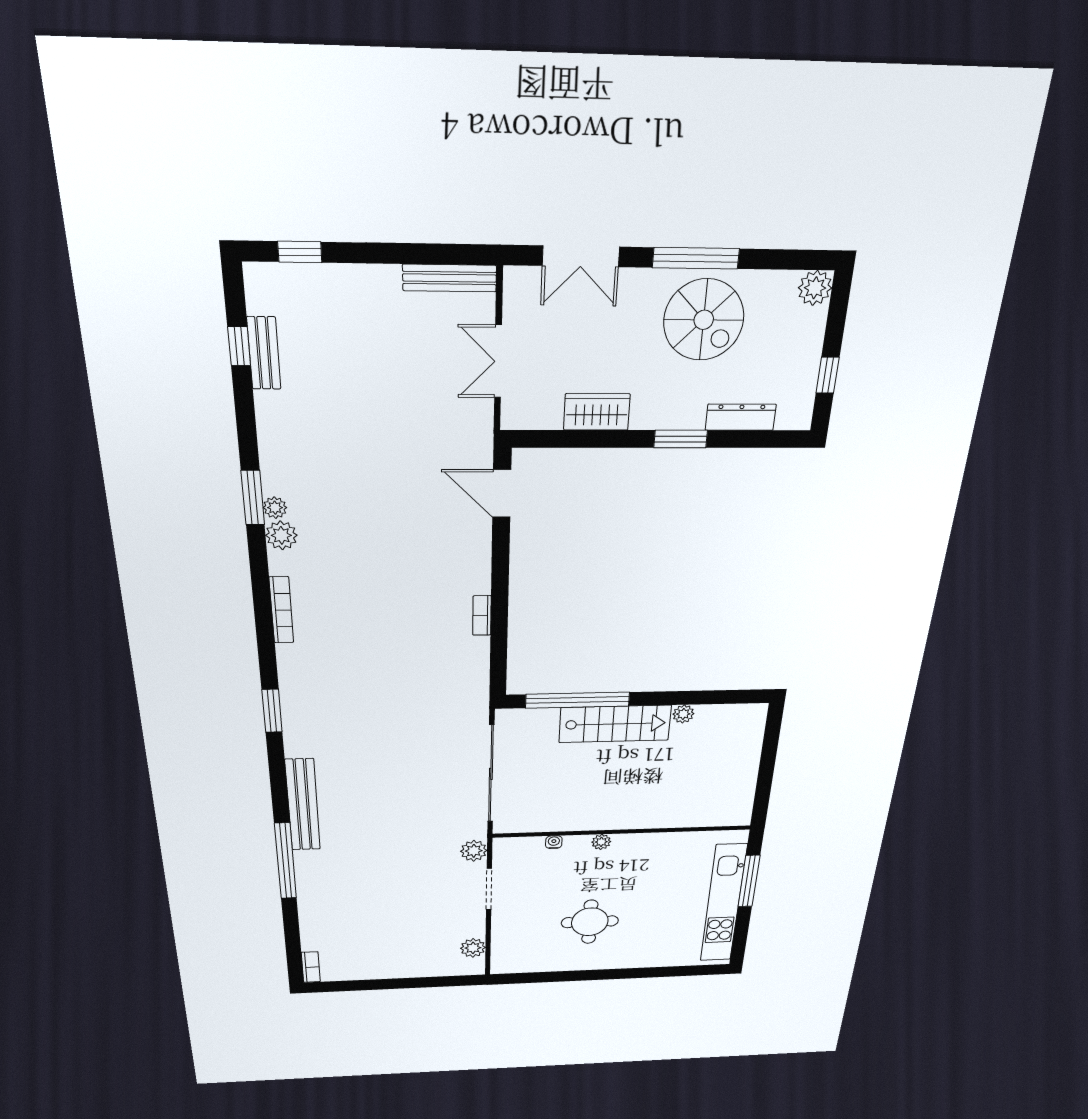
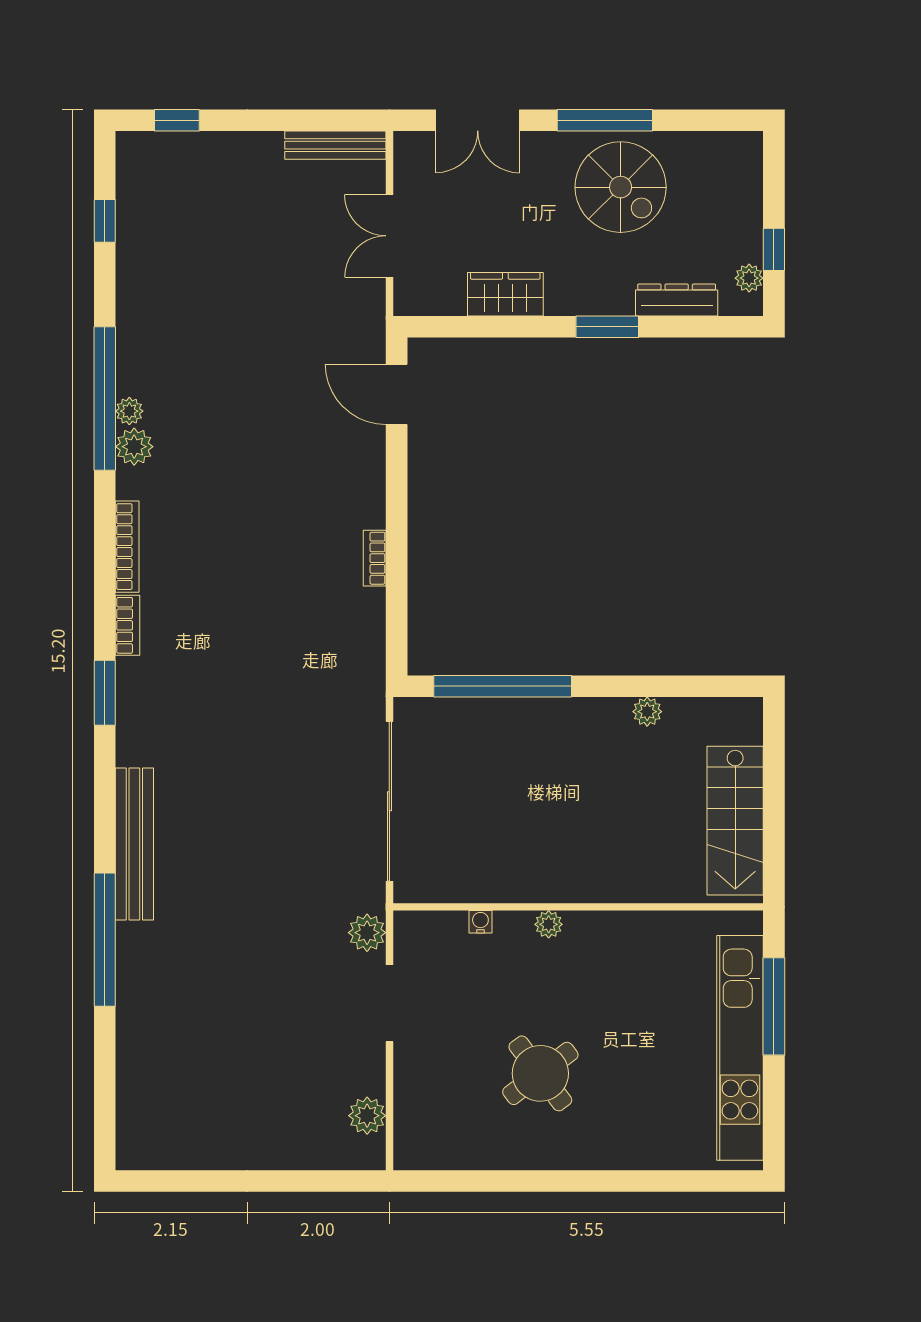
plant: (815, 288) -> (749, 278), moved, width x0.73, depth x0.73
bench: (264, 353) -> (131, 229), removed
window: (253, 498) -> (105, 398), width x2.11
stairs: (615, 724) -> (735, 821), moved, turned 90
round table: (590, 922) -> (540, 1073), turned -37
bookcase: (311, 967) -> (127, 625), moved

